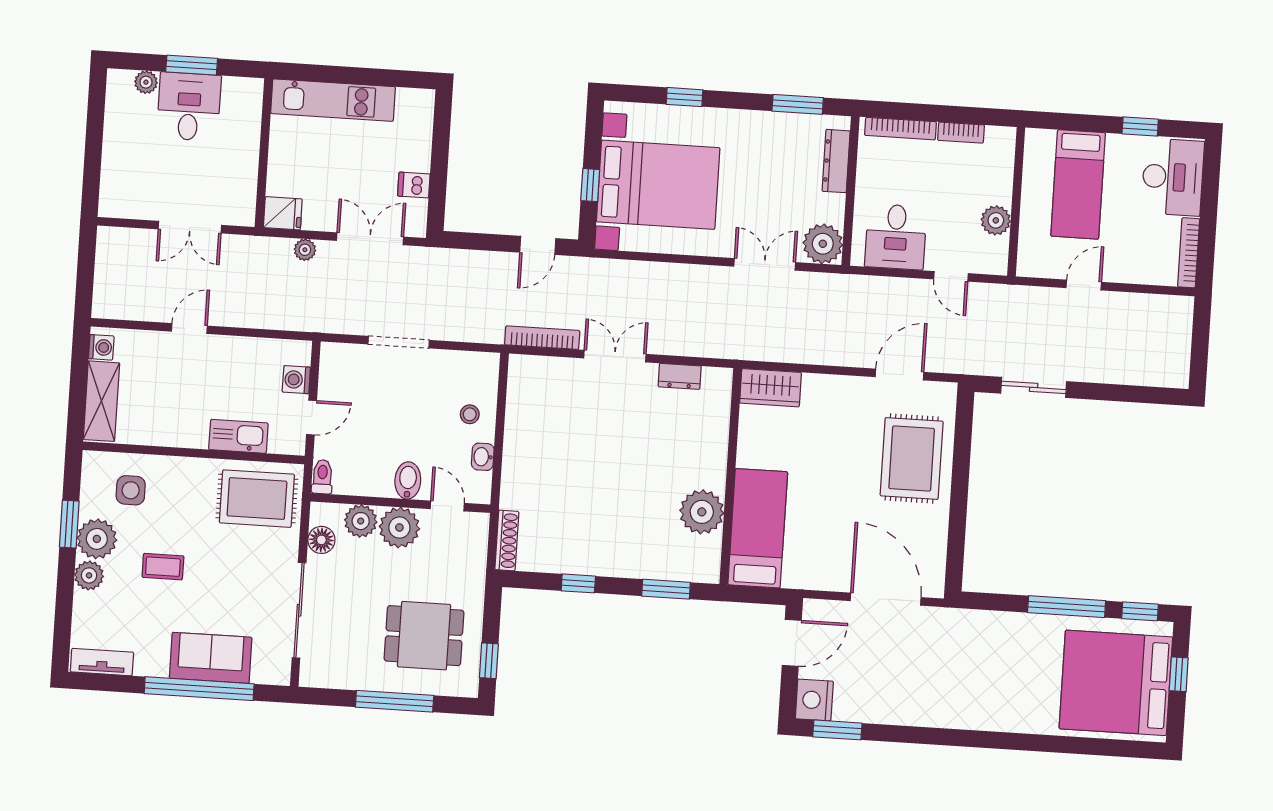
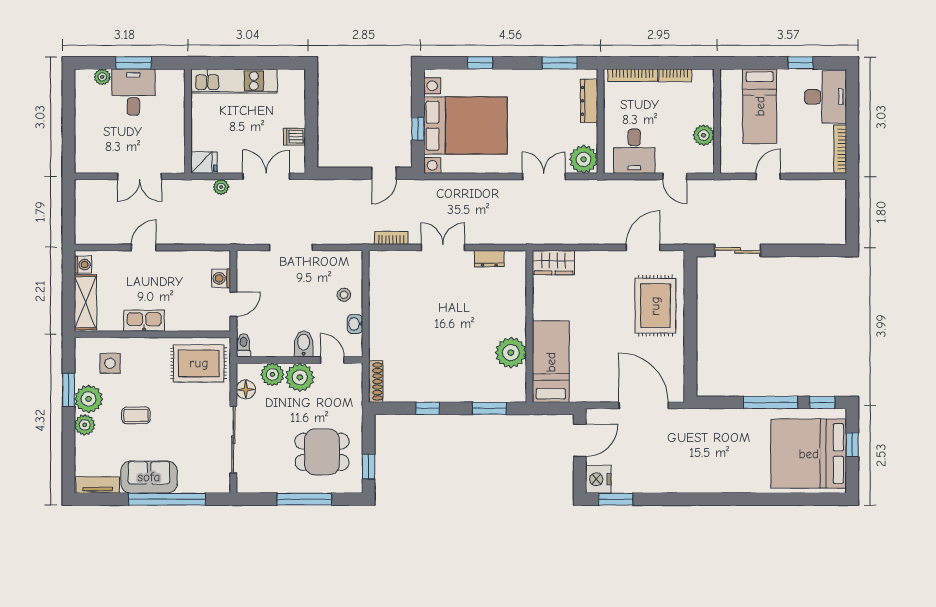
bookcase: (542, 338) -> (391, 238), width x0.64
kitchen sink: (238, 436) -> (144, 321), moved
sofa: (211, 658) -> (149, 477), moved

